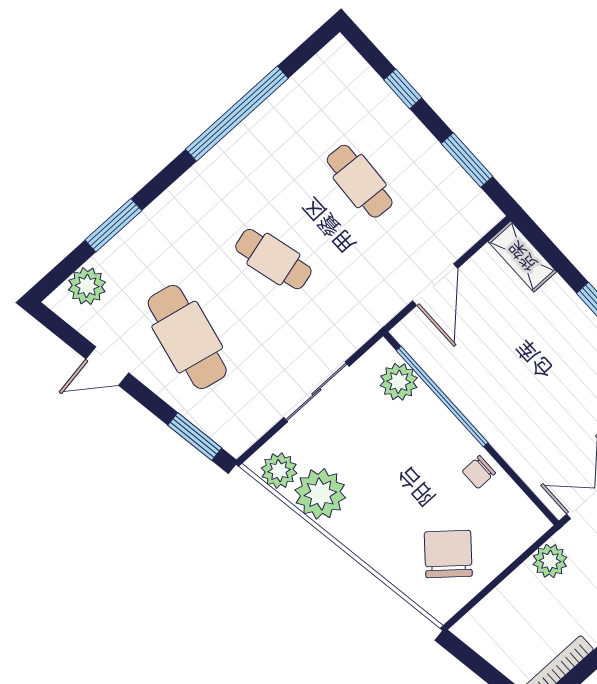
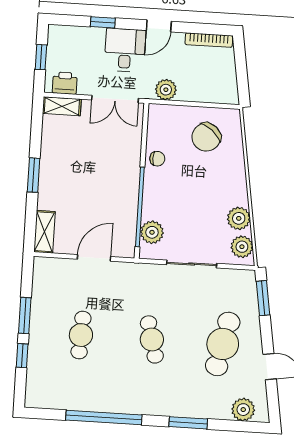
window: (467, 160) -> (25, 316), moved
window: (113, 225) -> (188, 423), moved
plant: (320, 494) -> (239, 218), width x0.73, depth x0.73

